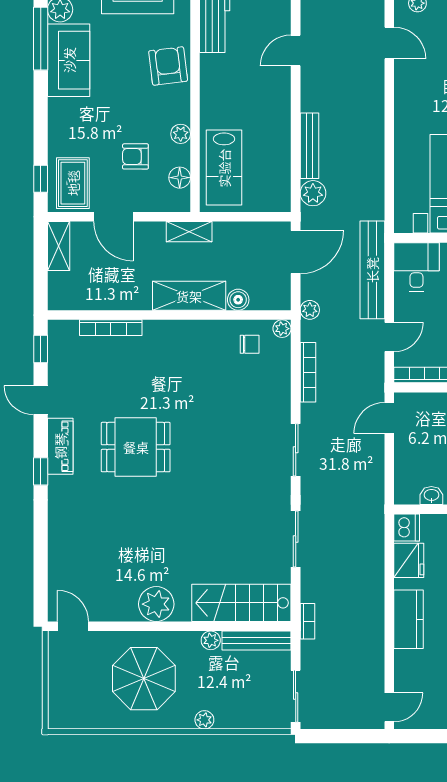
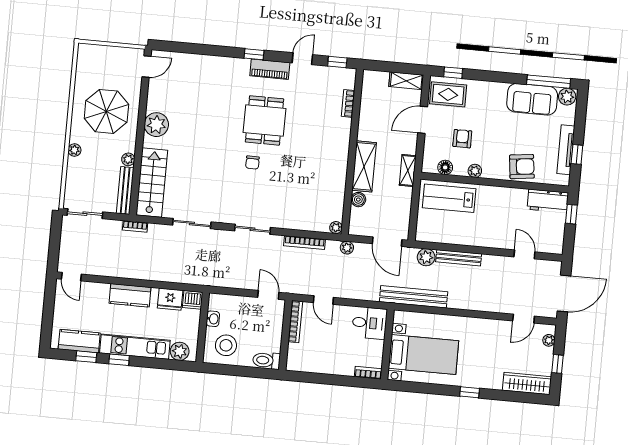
bench: (372, 270) -> (414, 297), moved
bookcase: (111, 328) -> (348, 103), width x0.64
chair: (250, 344) -> (252, 162), moved

